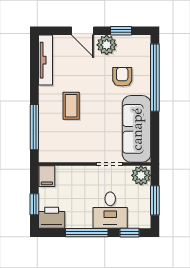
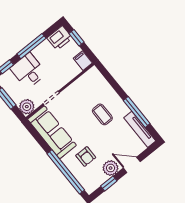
window: (34, 127) -> (137, 112), moved

